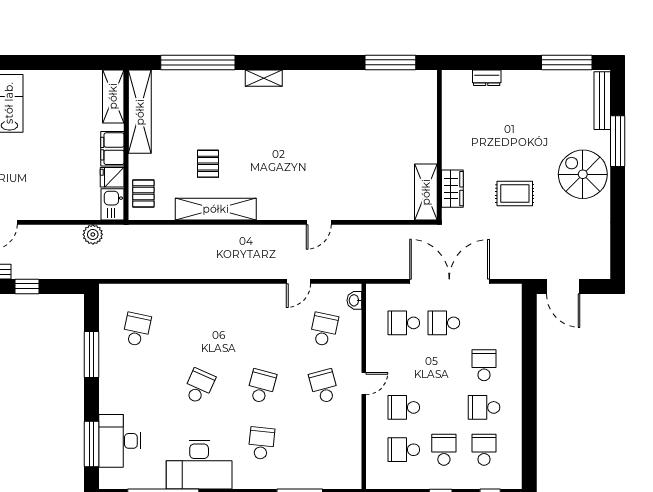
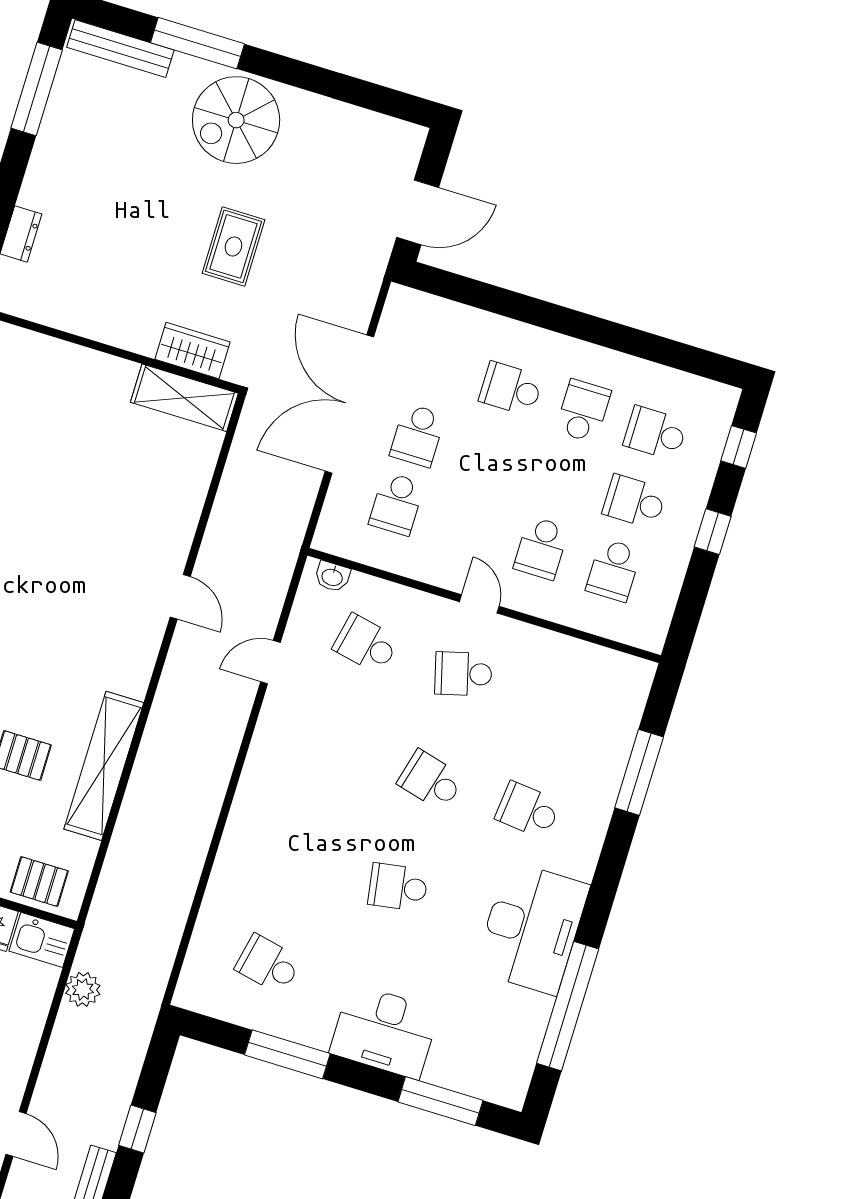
door: (299, 281) -> (270, 662), swing flipped
school desk: (199, 386) -> (398, 887), turned -33
school desk: (484, 407) -> (583, 411), turned 180
desk: (120, 441) -> (384, 1031), moved

